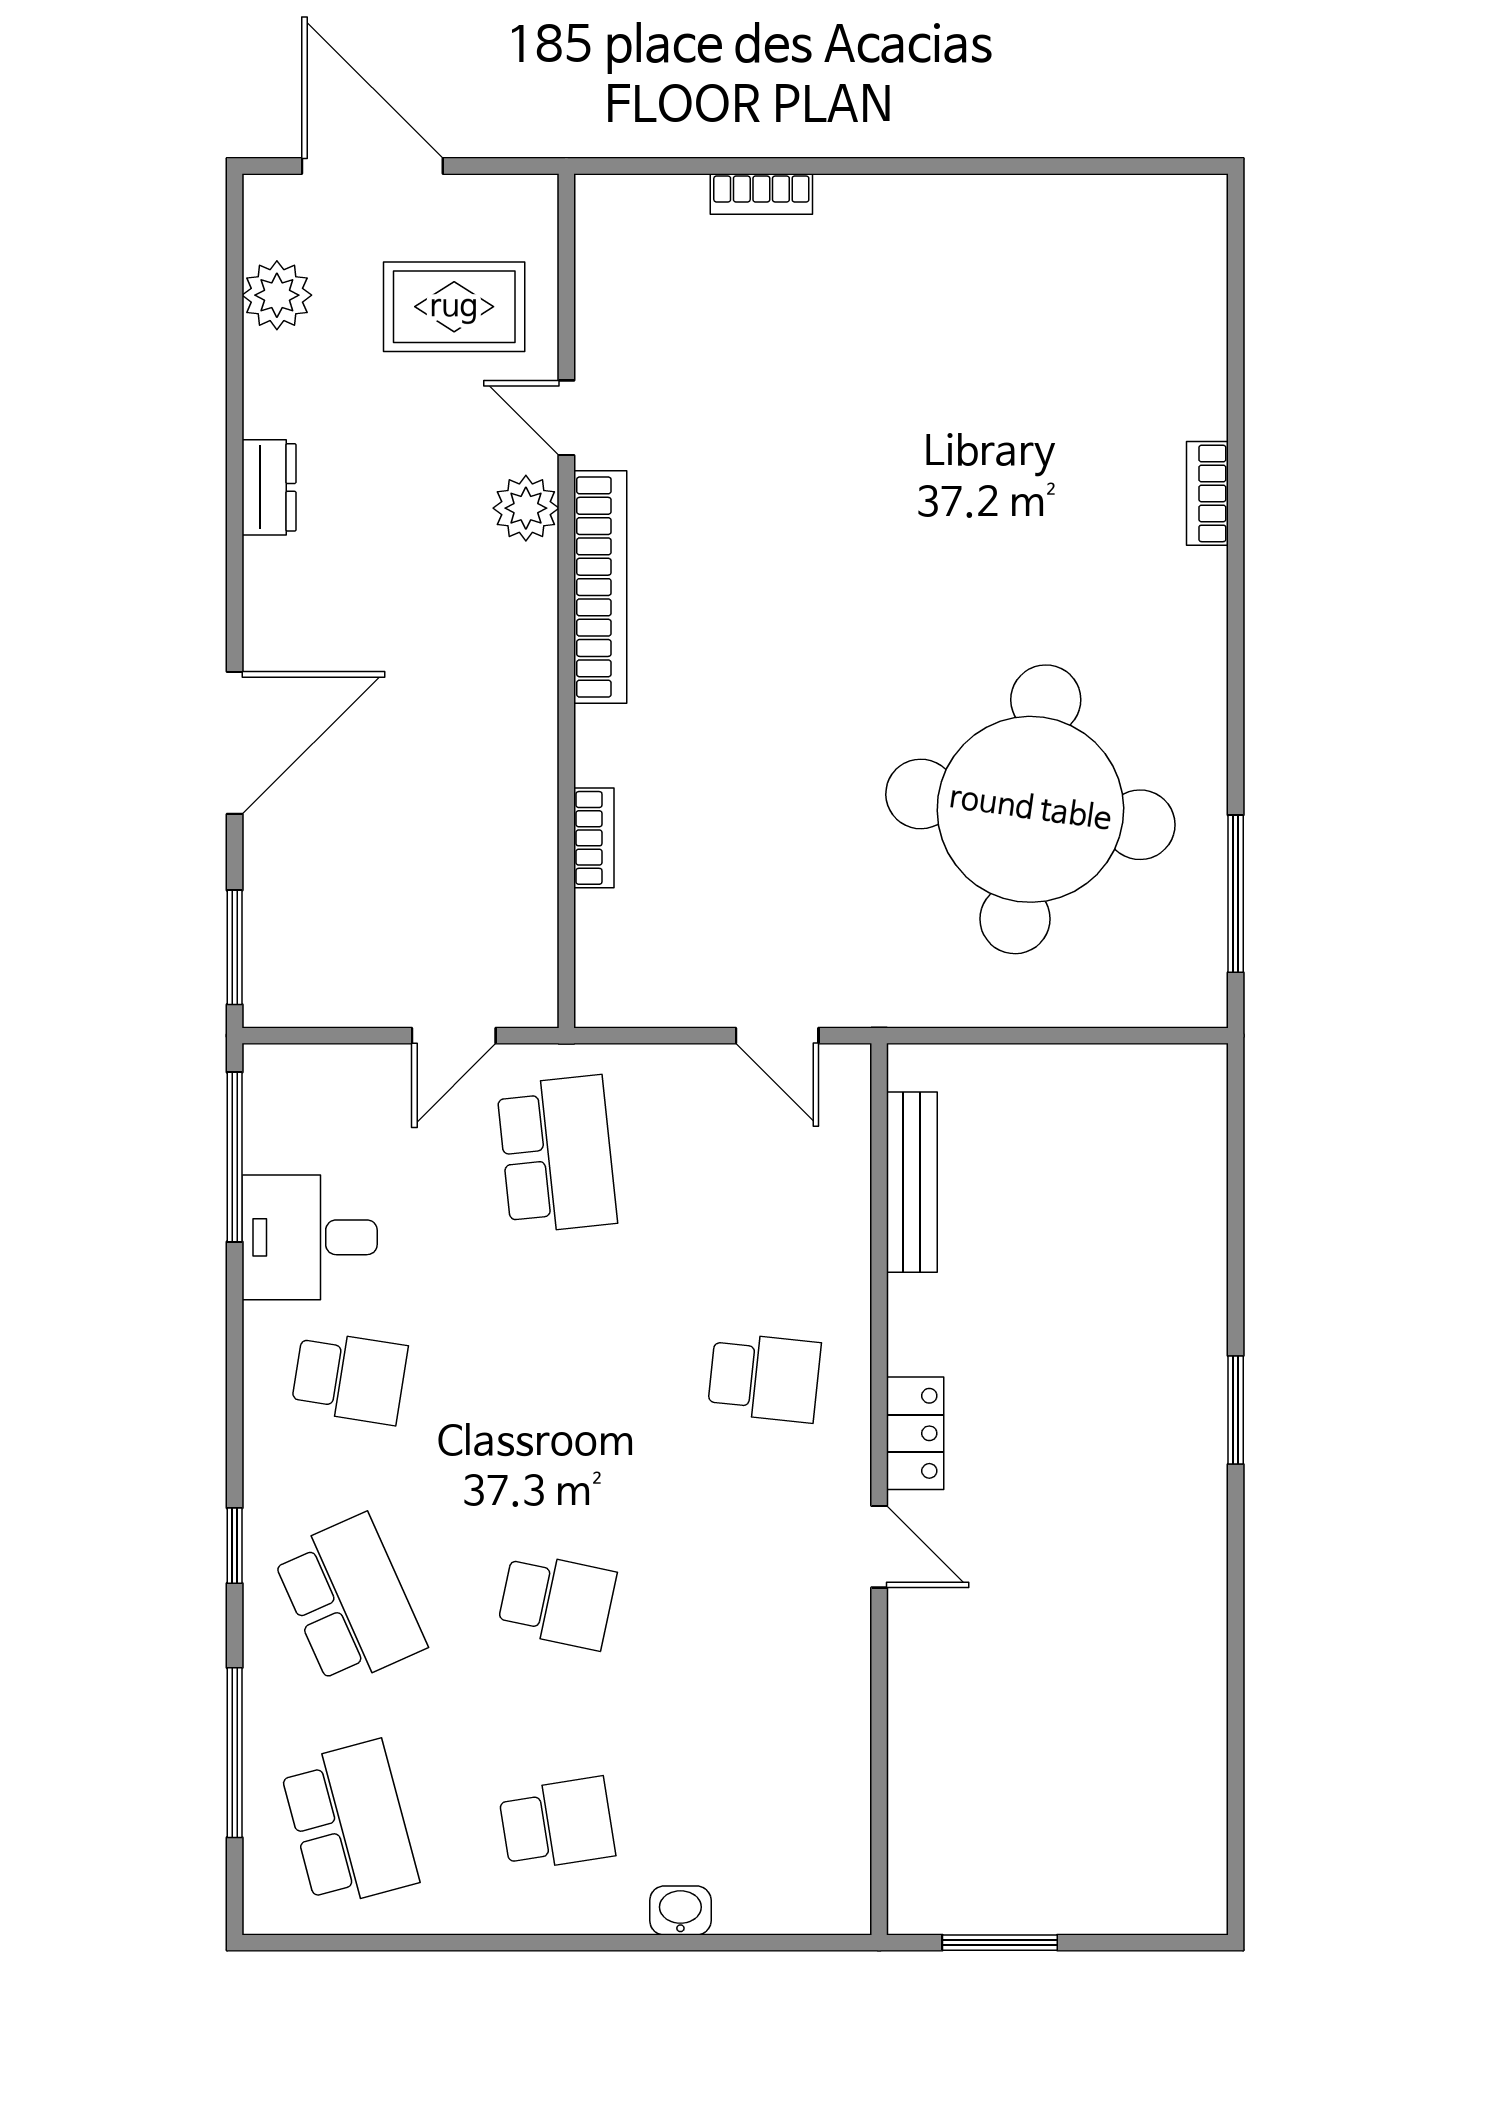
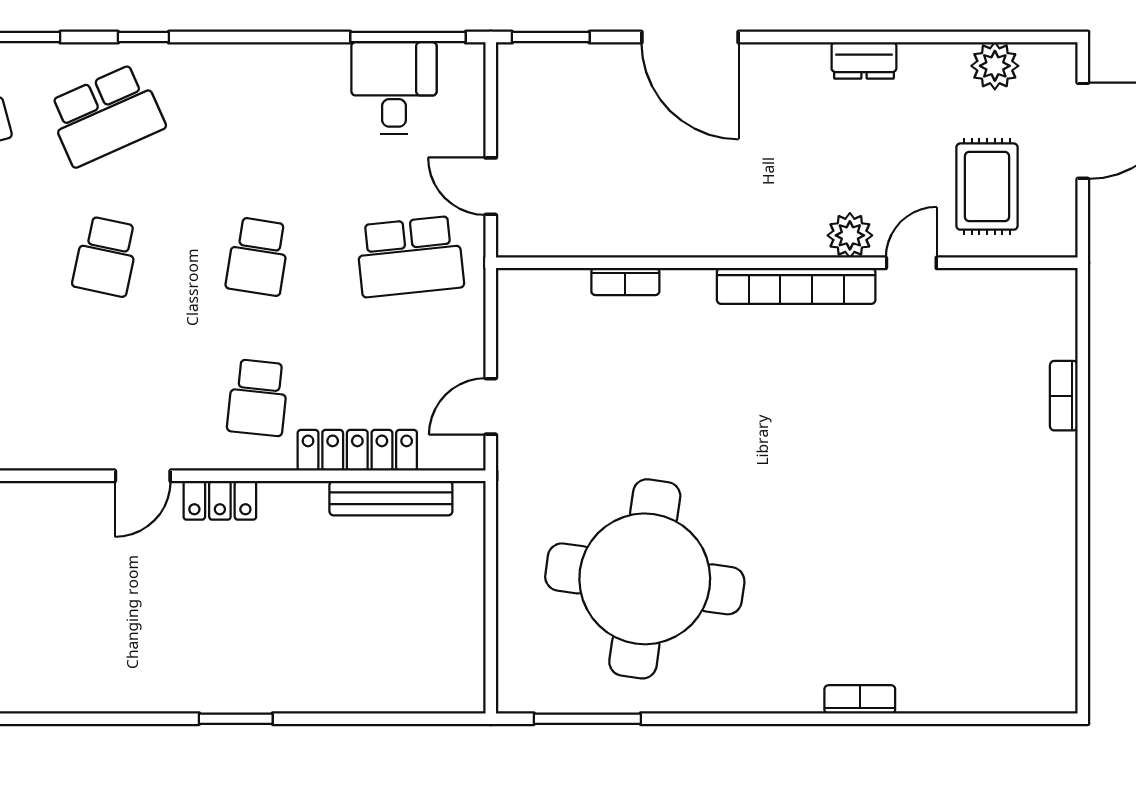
locker: (842, 1232) -> (357, 450), added
desk: (310, 1237) -> (394, 88), moved
school desk: (349, 1378) -> (258, 256), moved

